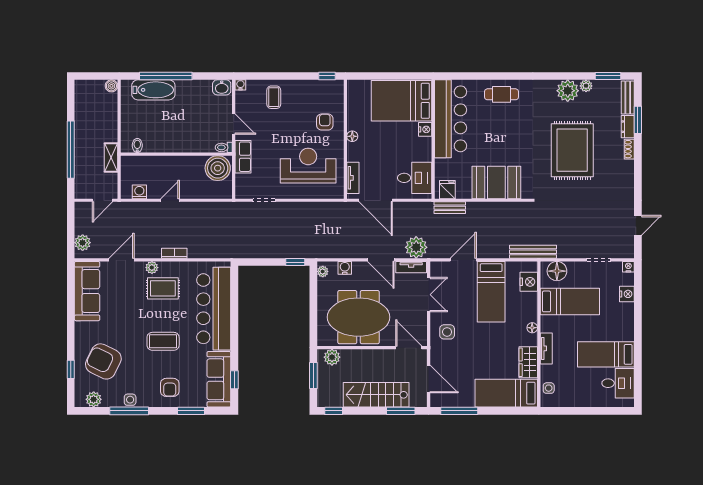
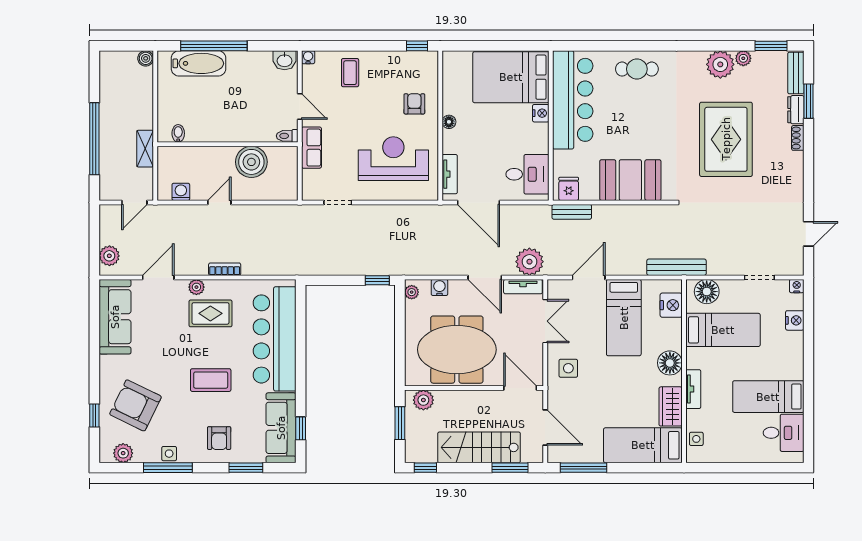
boiler: (218, 168) -> (251, 162), moved
floor lamp: (532, 328) -> (670, 363), width x1.89, depth x1.89

